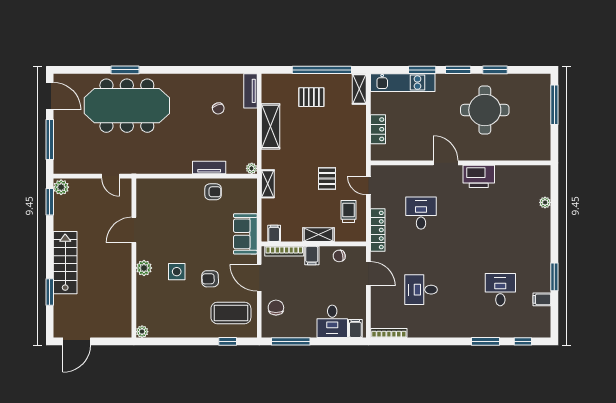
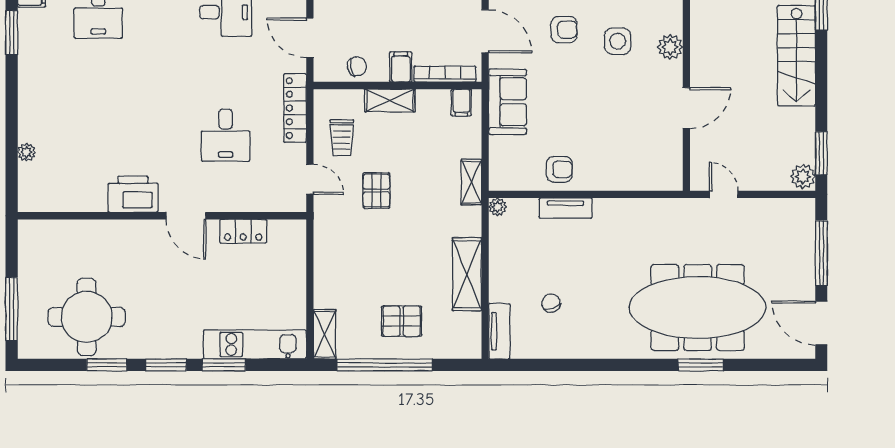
round table: (485, 110) -> (87, 317), moved
locker: (378, 129) -> (243, 231), moved, turned -90
armchair: (213, 192) -> (559, 169), turned 180

